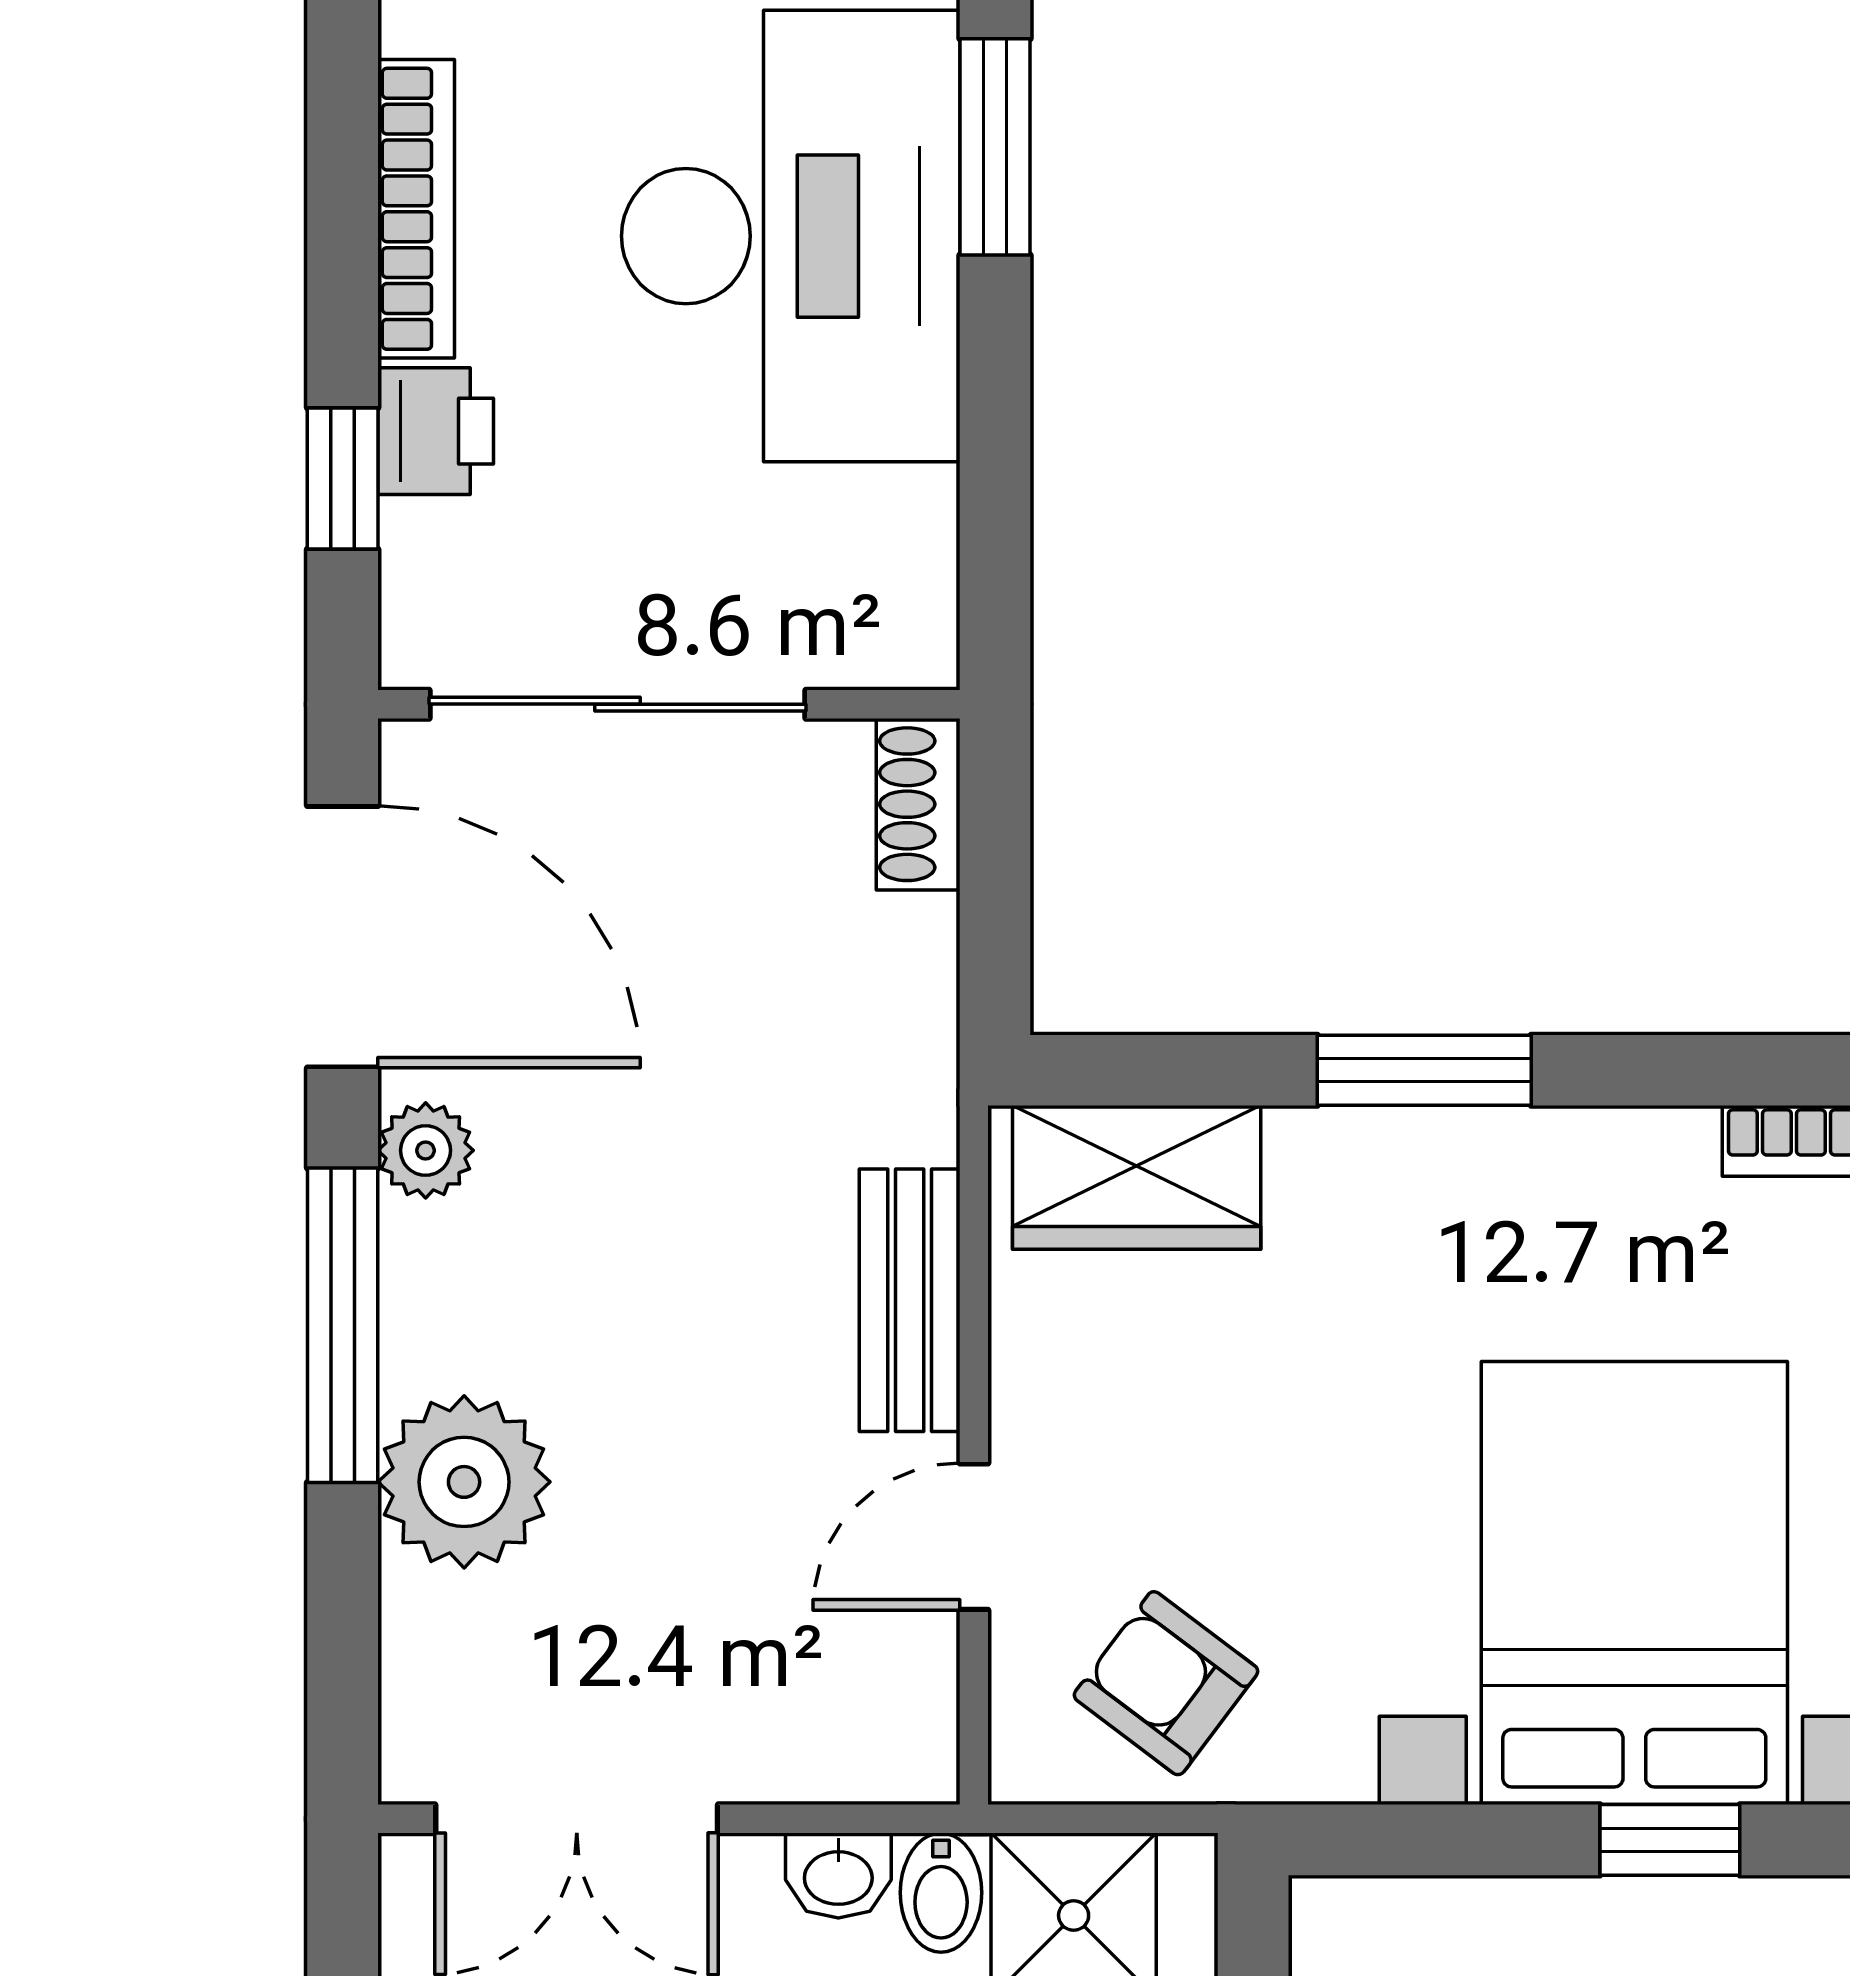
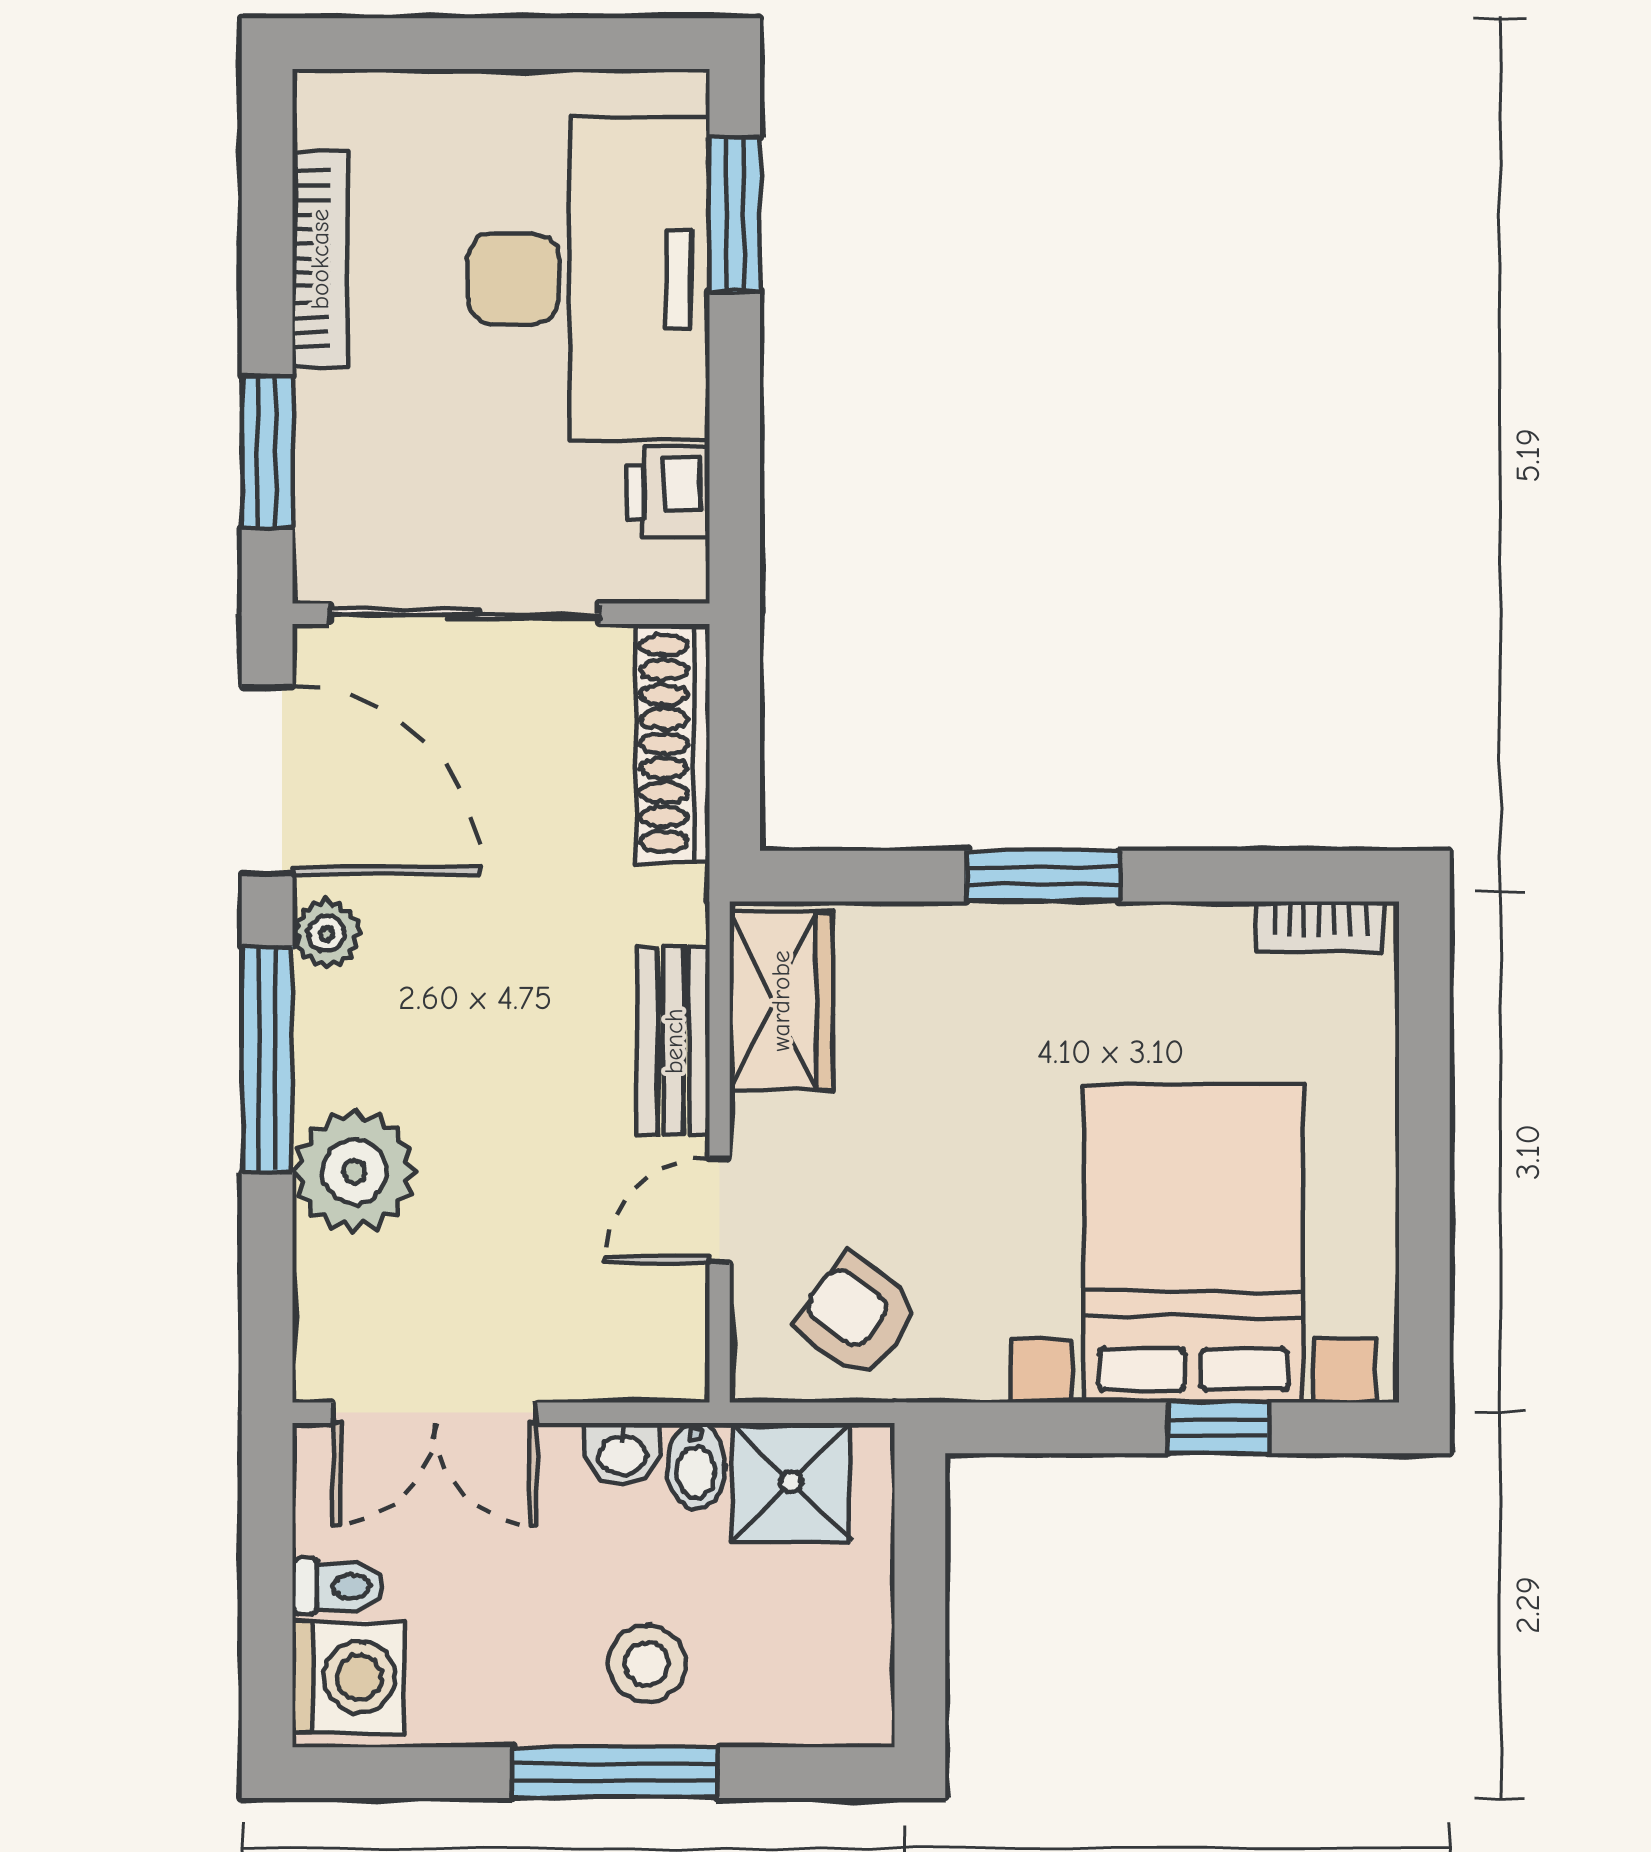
printer: (436, 431) -> (668, 492), moved, turned 180
window: (343, 478) -> (267, 452), width x1.50
shoe rack: (918, 804) -> (673, 744), width x1.94, depth x1.24
wardrobe: (1137, 1177) -> (781, 1001), moved, turned -90

